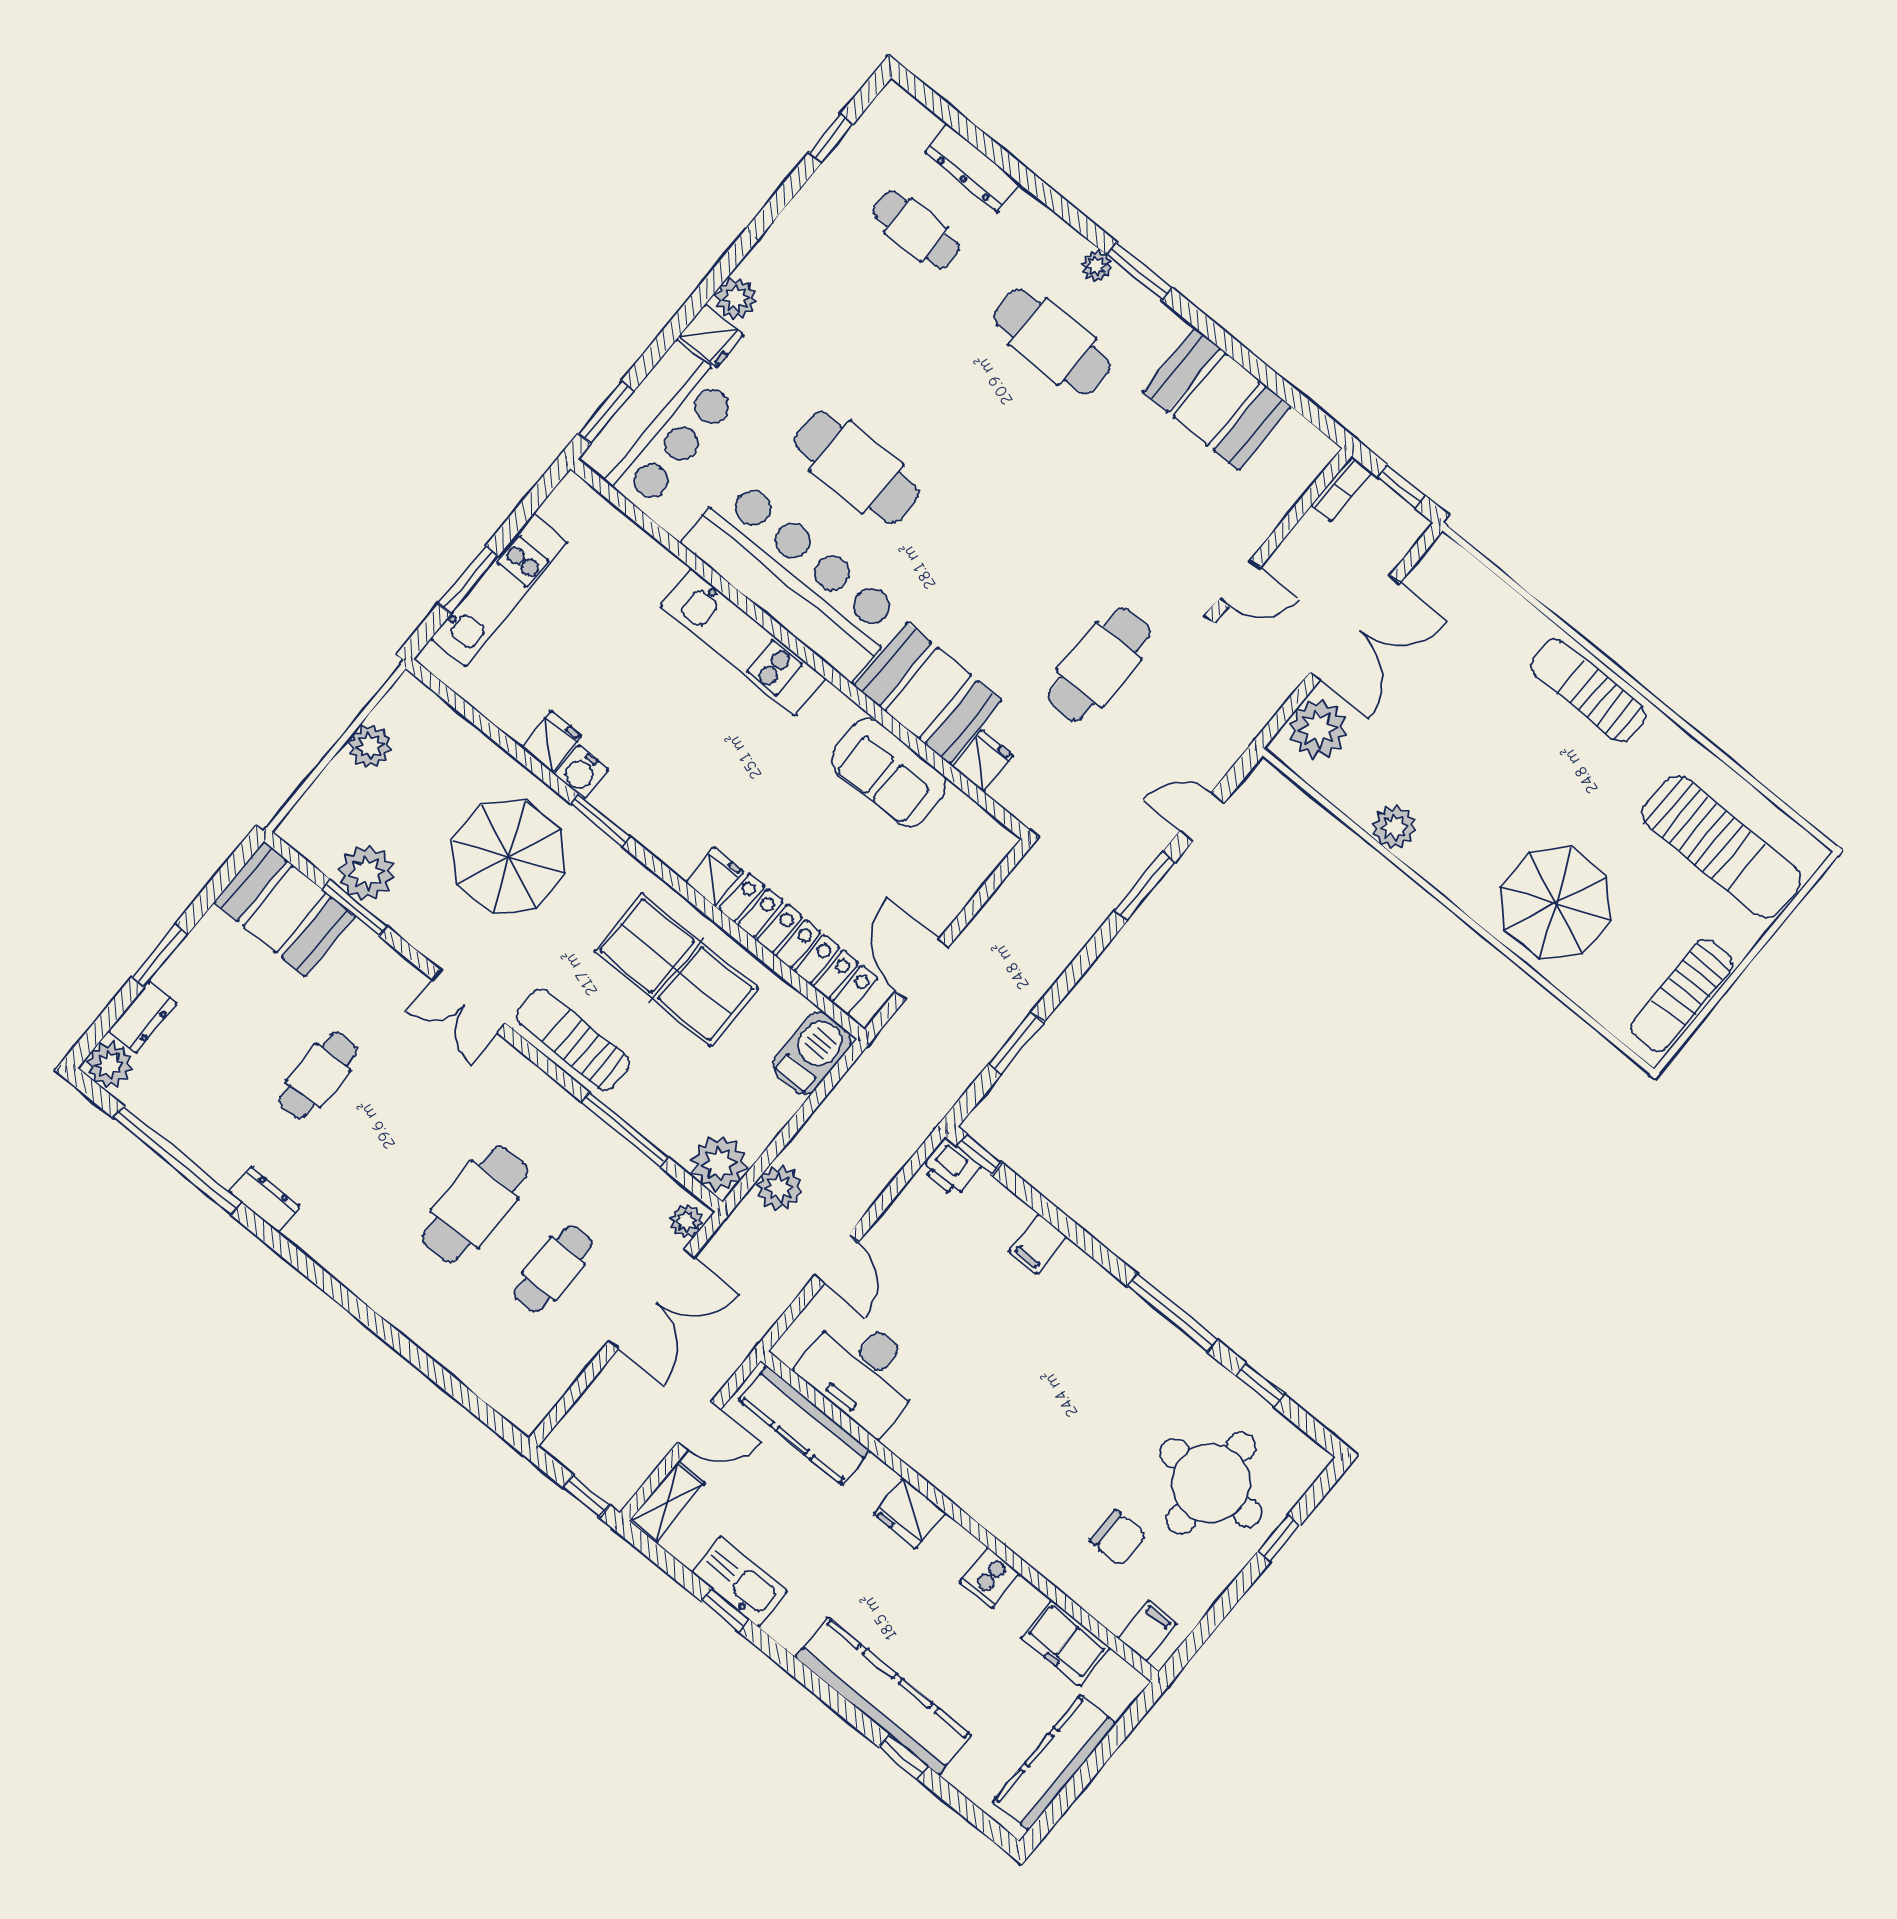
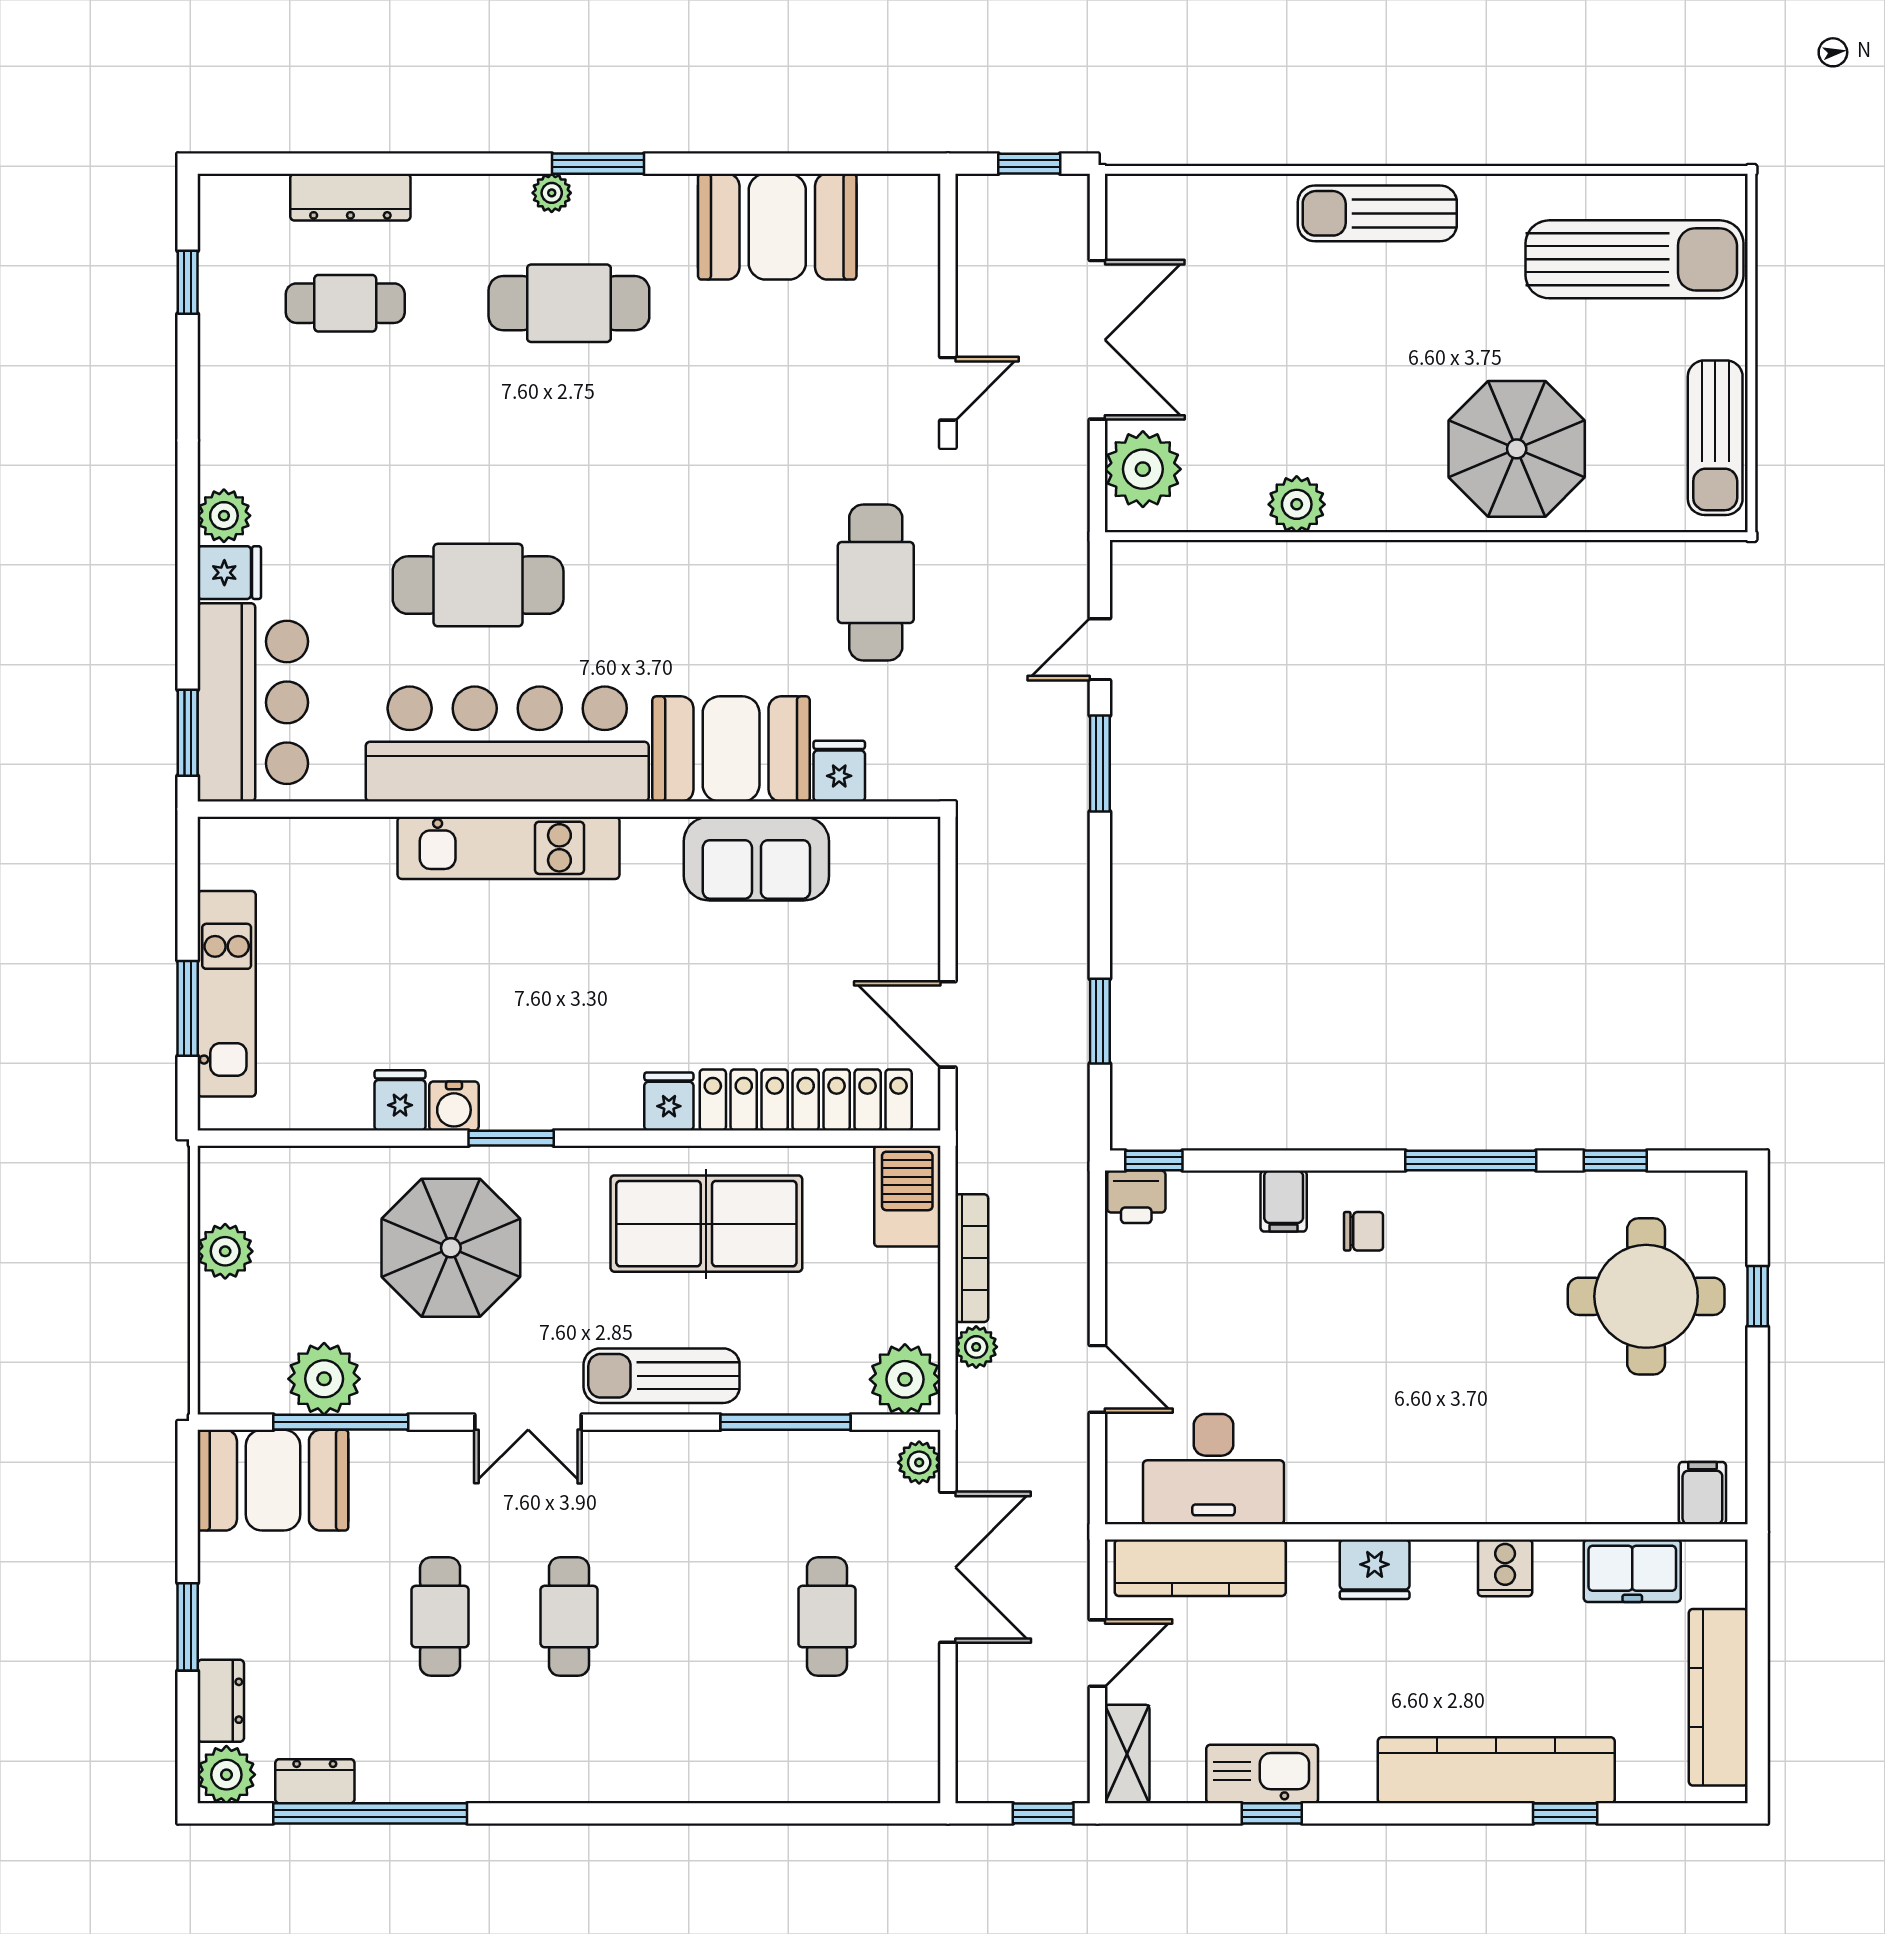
bookcase: (1341, 489) -> (972, 1258), moved, width x1.56
window: (355, 908) -> (341, 1422), width x1.44
plant: (779, 1188) -> (976, 1347), width x0.73, depth x0.73
dresser: (265, 1200) -> (315, 1781), moved
cafe table: (475, 1204) -> (569, 1617), moved, width x0.73, depth x0.74
chair: (1118, 1538) -> (1364, 1231), moved, width x0.73, depth x0.73

